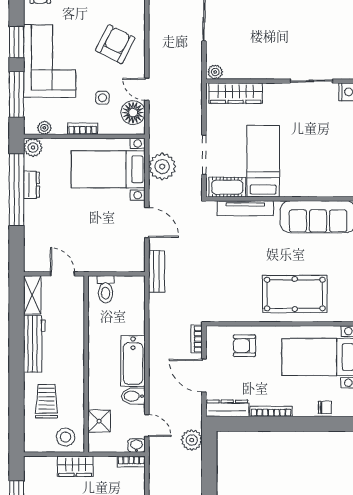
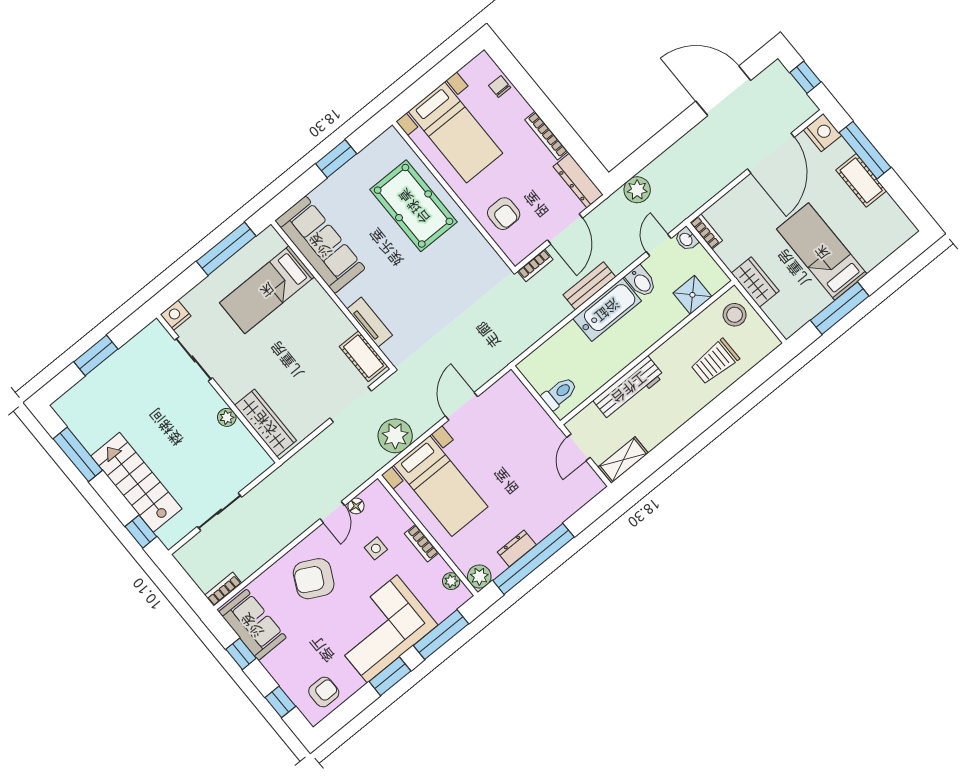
plant: (215, 72) -> (227, 417), moved
floor lamp: (133, 113) -> (356, 506), width x0.53, depth x0.53
bed: (263, 161) -> (267, 290), moved
tv unit: (245, 208) -> (370, 322), width x0.71
bench: (157, 272) -> (589, 286), moved
workbench: (34, 344) -> (629, 388), moved, turned 180

